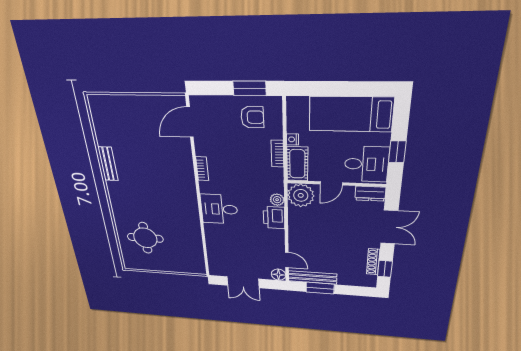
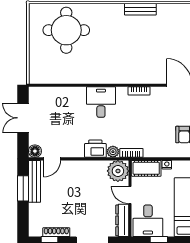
bookcase: (277, 154) -> (131, 153), moved
dresser: (370, 194) -> (122, 220), width x1.44
round table: (145, 238) -> (66, 30), width x1.36, depth x1.36

